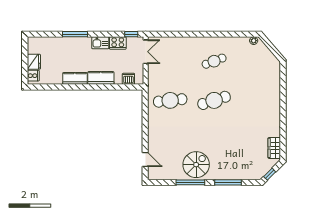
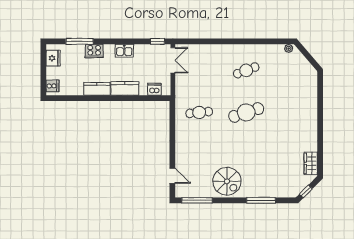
window: (75, 34) -> (80, 41), moved
cooker: (118, 43) -> (94, 51), moved
fridge: (34, 62) -> (53, 58), moved
cafe table: (170, 100) -> (199, 112), width x0.73, depth x0.74
spiral stairs: (196, 165) -> (227, 181), turned 90
window: (190, 182) -> (197, 200), moved

